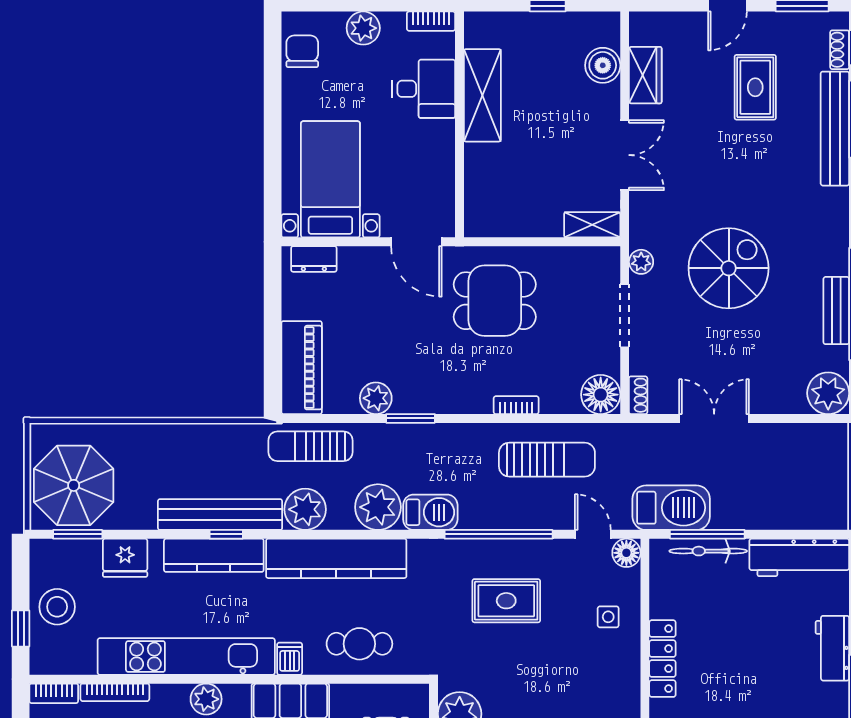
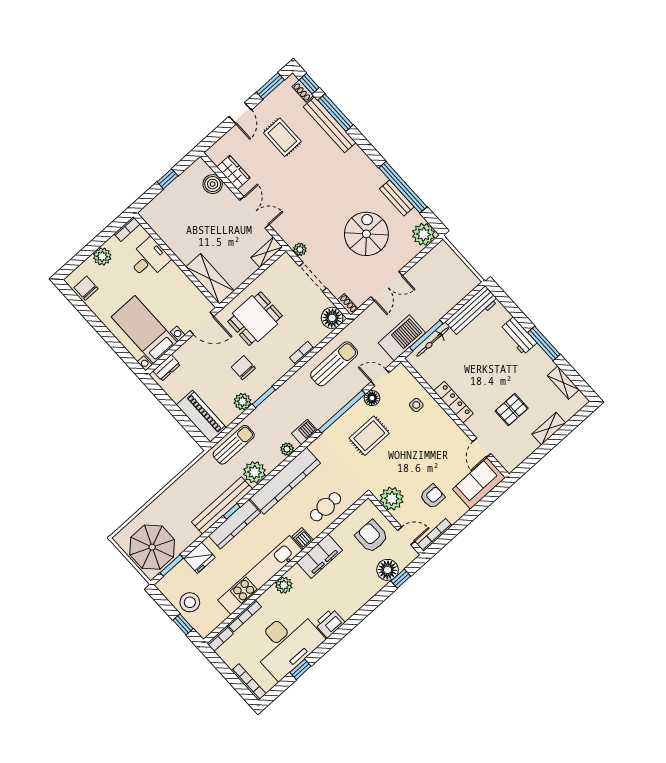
shelving: (482, 95) -> (210, 279), moved
spiral stairs: (729, 268) -> (366, 234), moved
chair: (419, 353) -> (243, 368), added
double door: (714, 418) -> (387, 286), swing flipped
sun lounger: (311, 446) -> (234, 445), turned 180
plant: (378, 507) -> (287, 449), width x0.53, depth x0.53
barbecue: (430, 512) -> (305, 432), width x0.73, depth x0.79
floor lamp: (626, 553) -> (372, 398), moved

